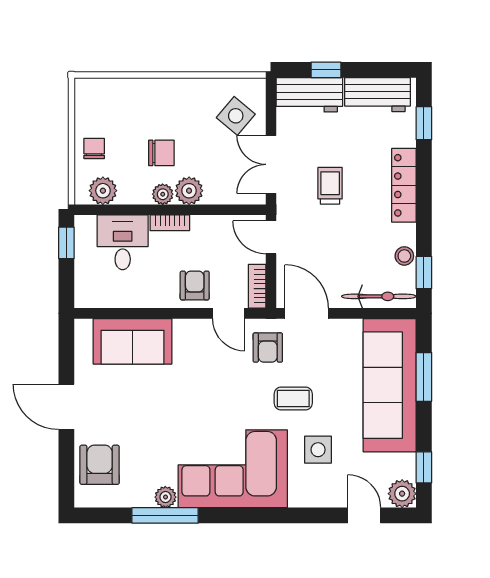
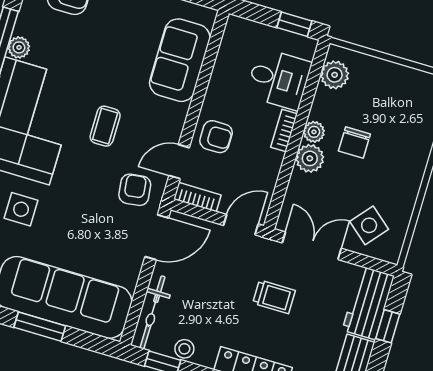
chair: (94, 148) -> (378, 78), removed
armchair: (268, 348) -> (135, 190), turned 83
window: (424, 377) -> (40, 327), moved
coffee table: (293, 399) -> (105, 126), moved

